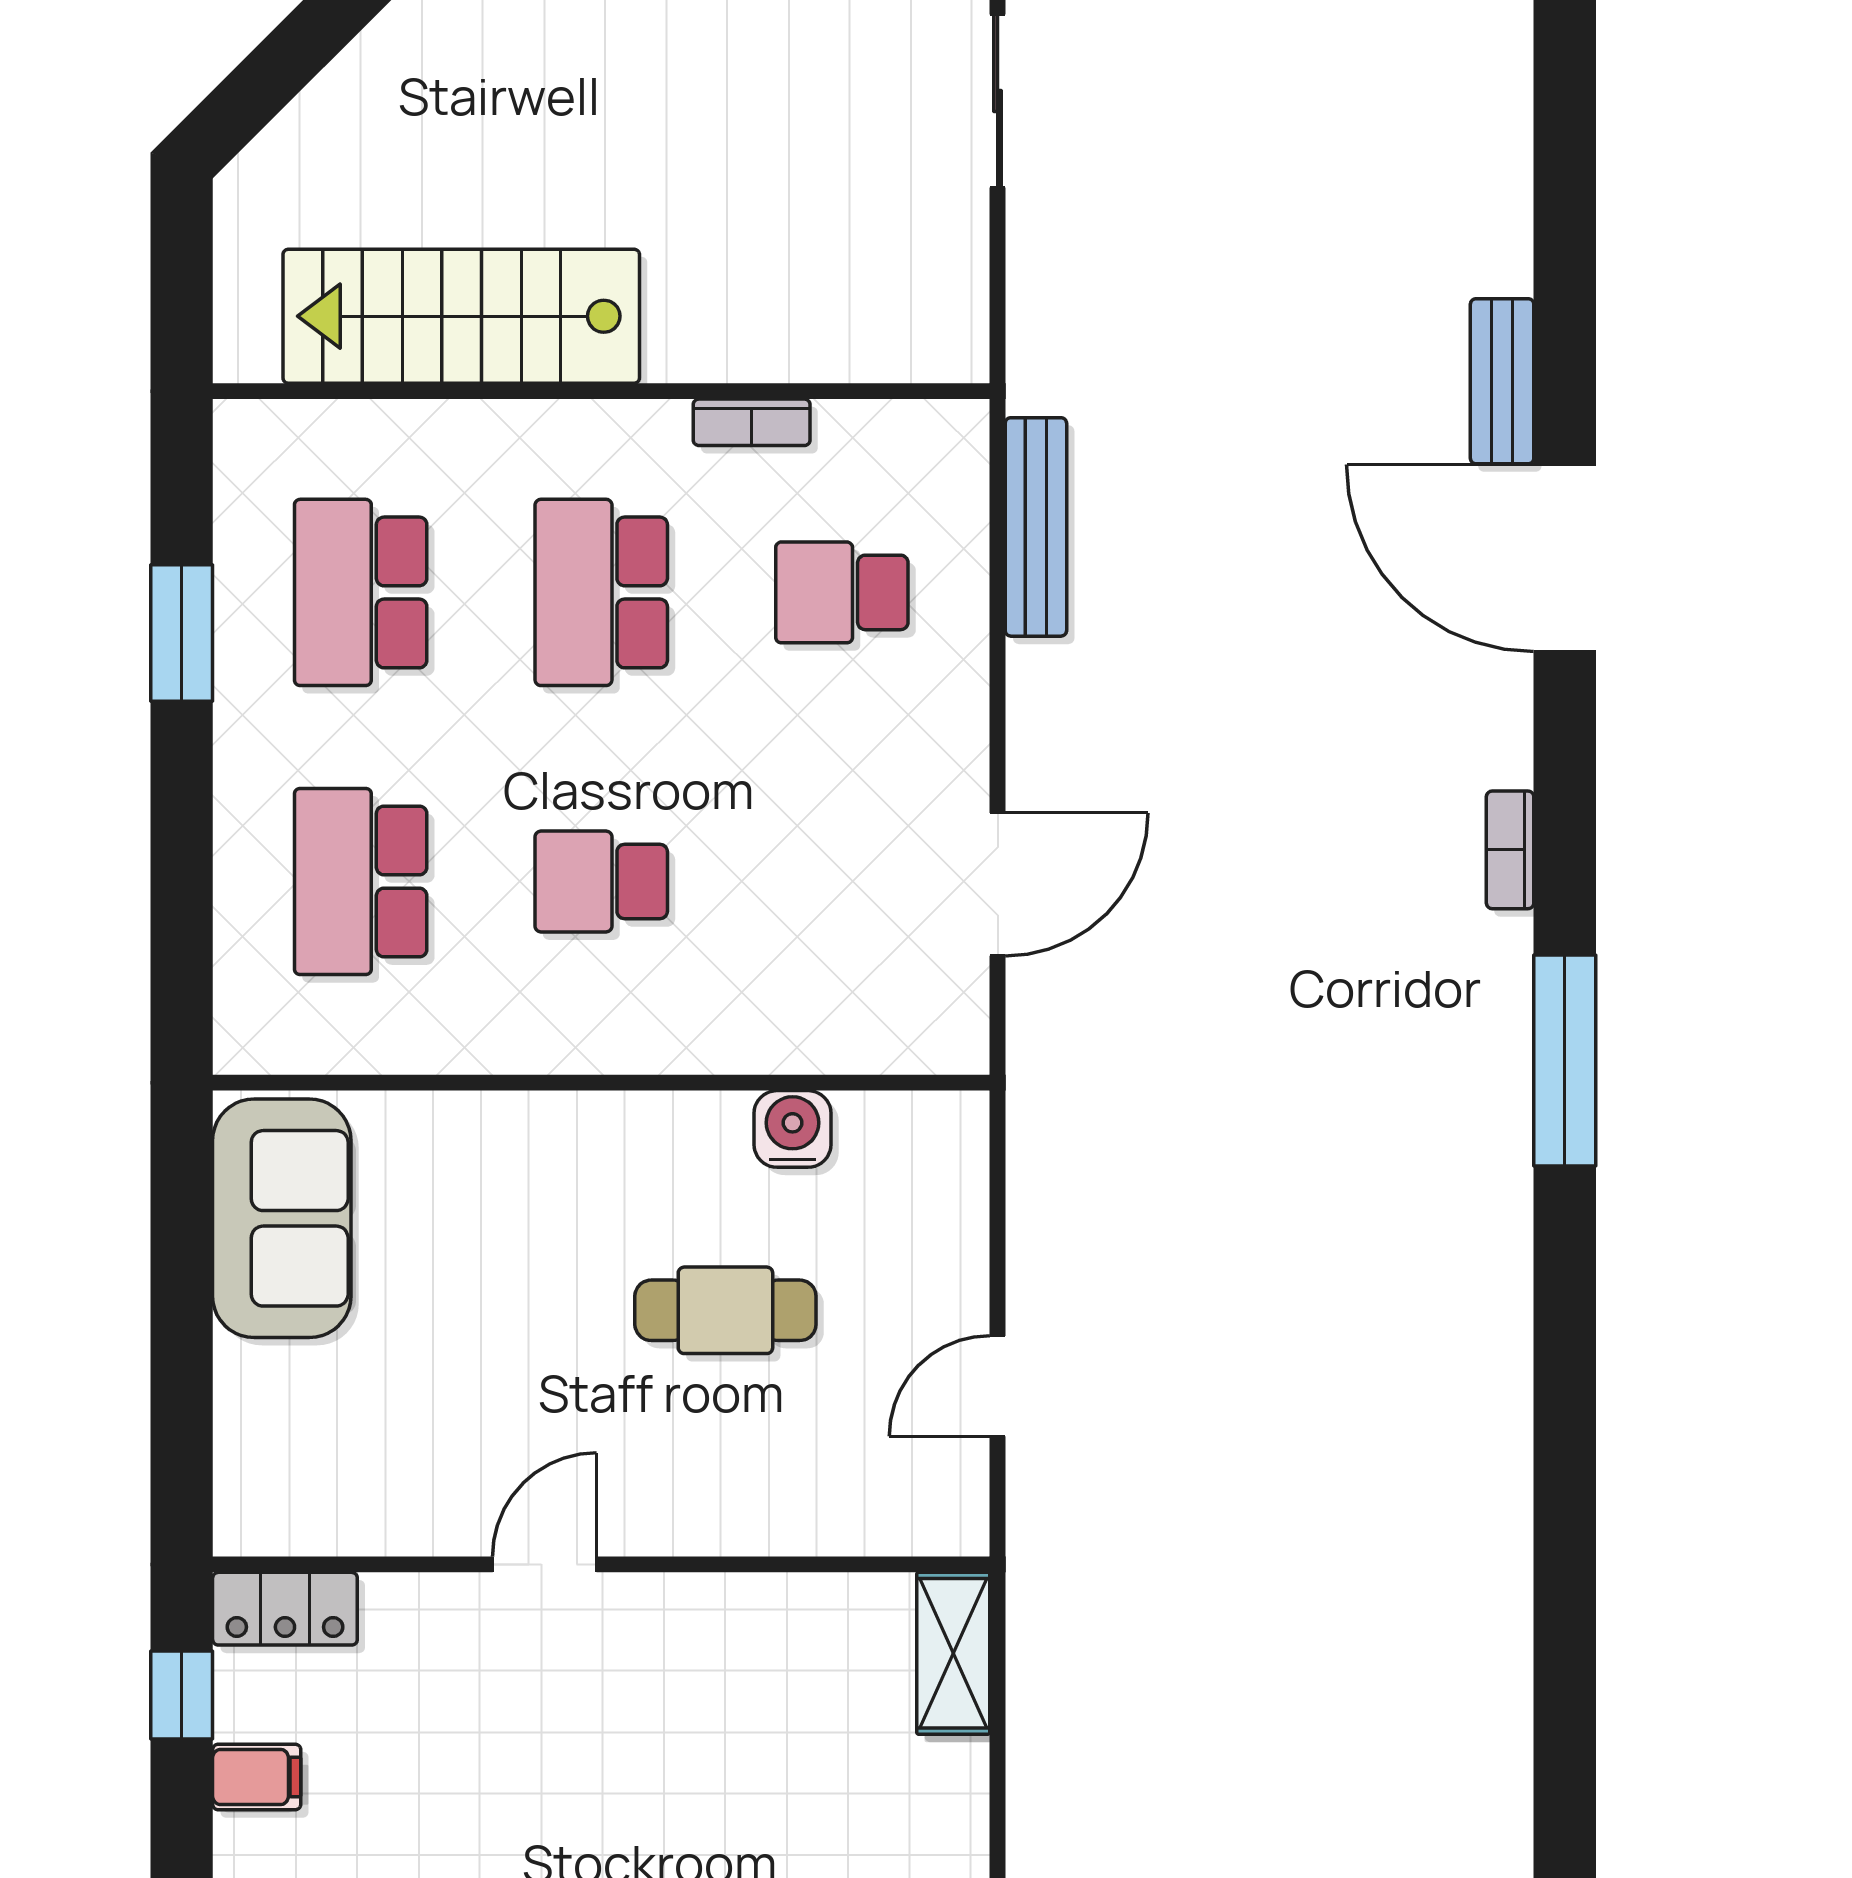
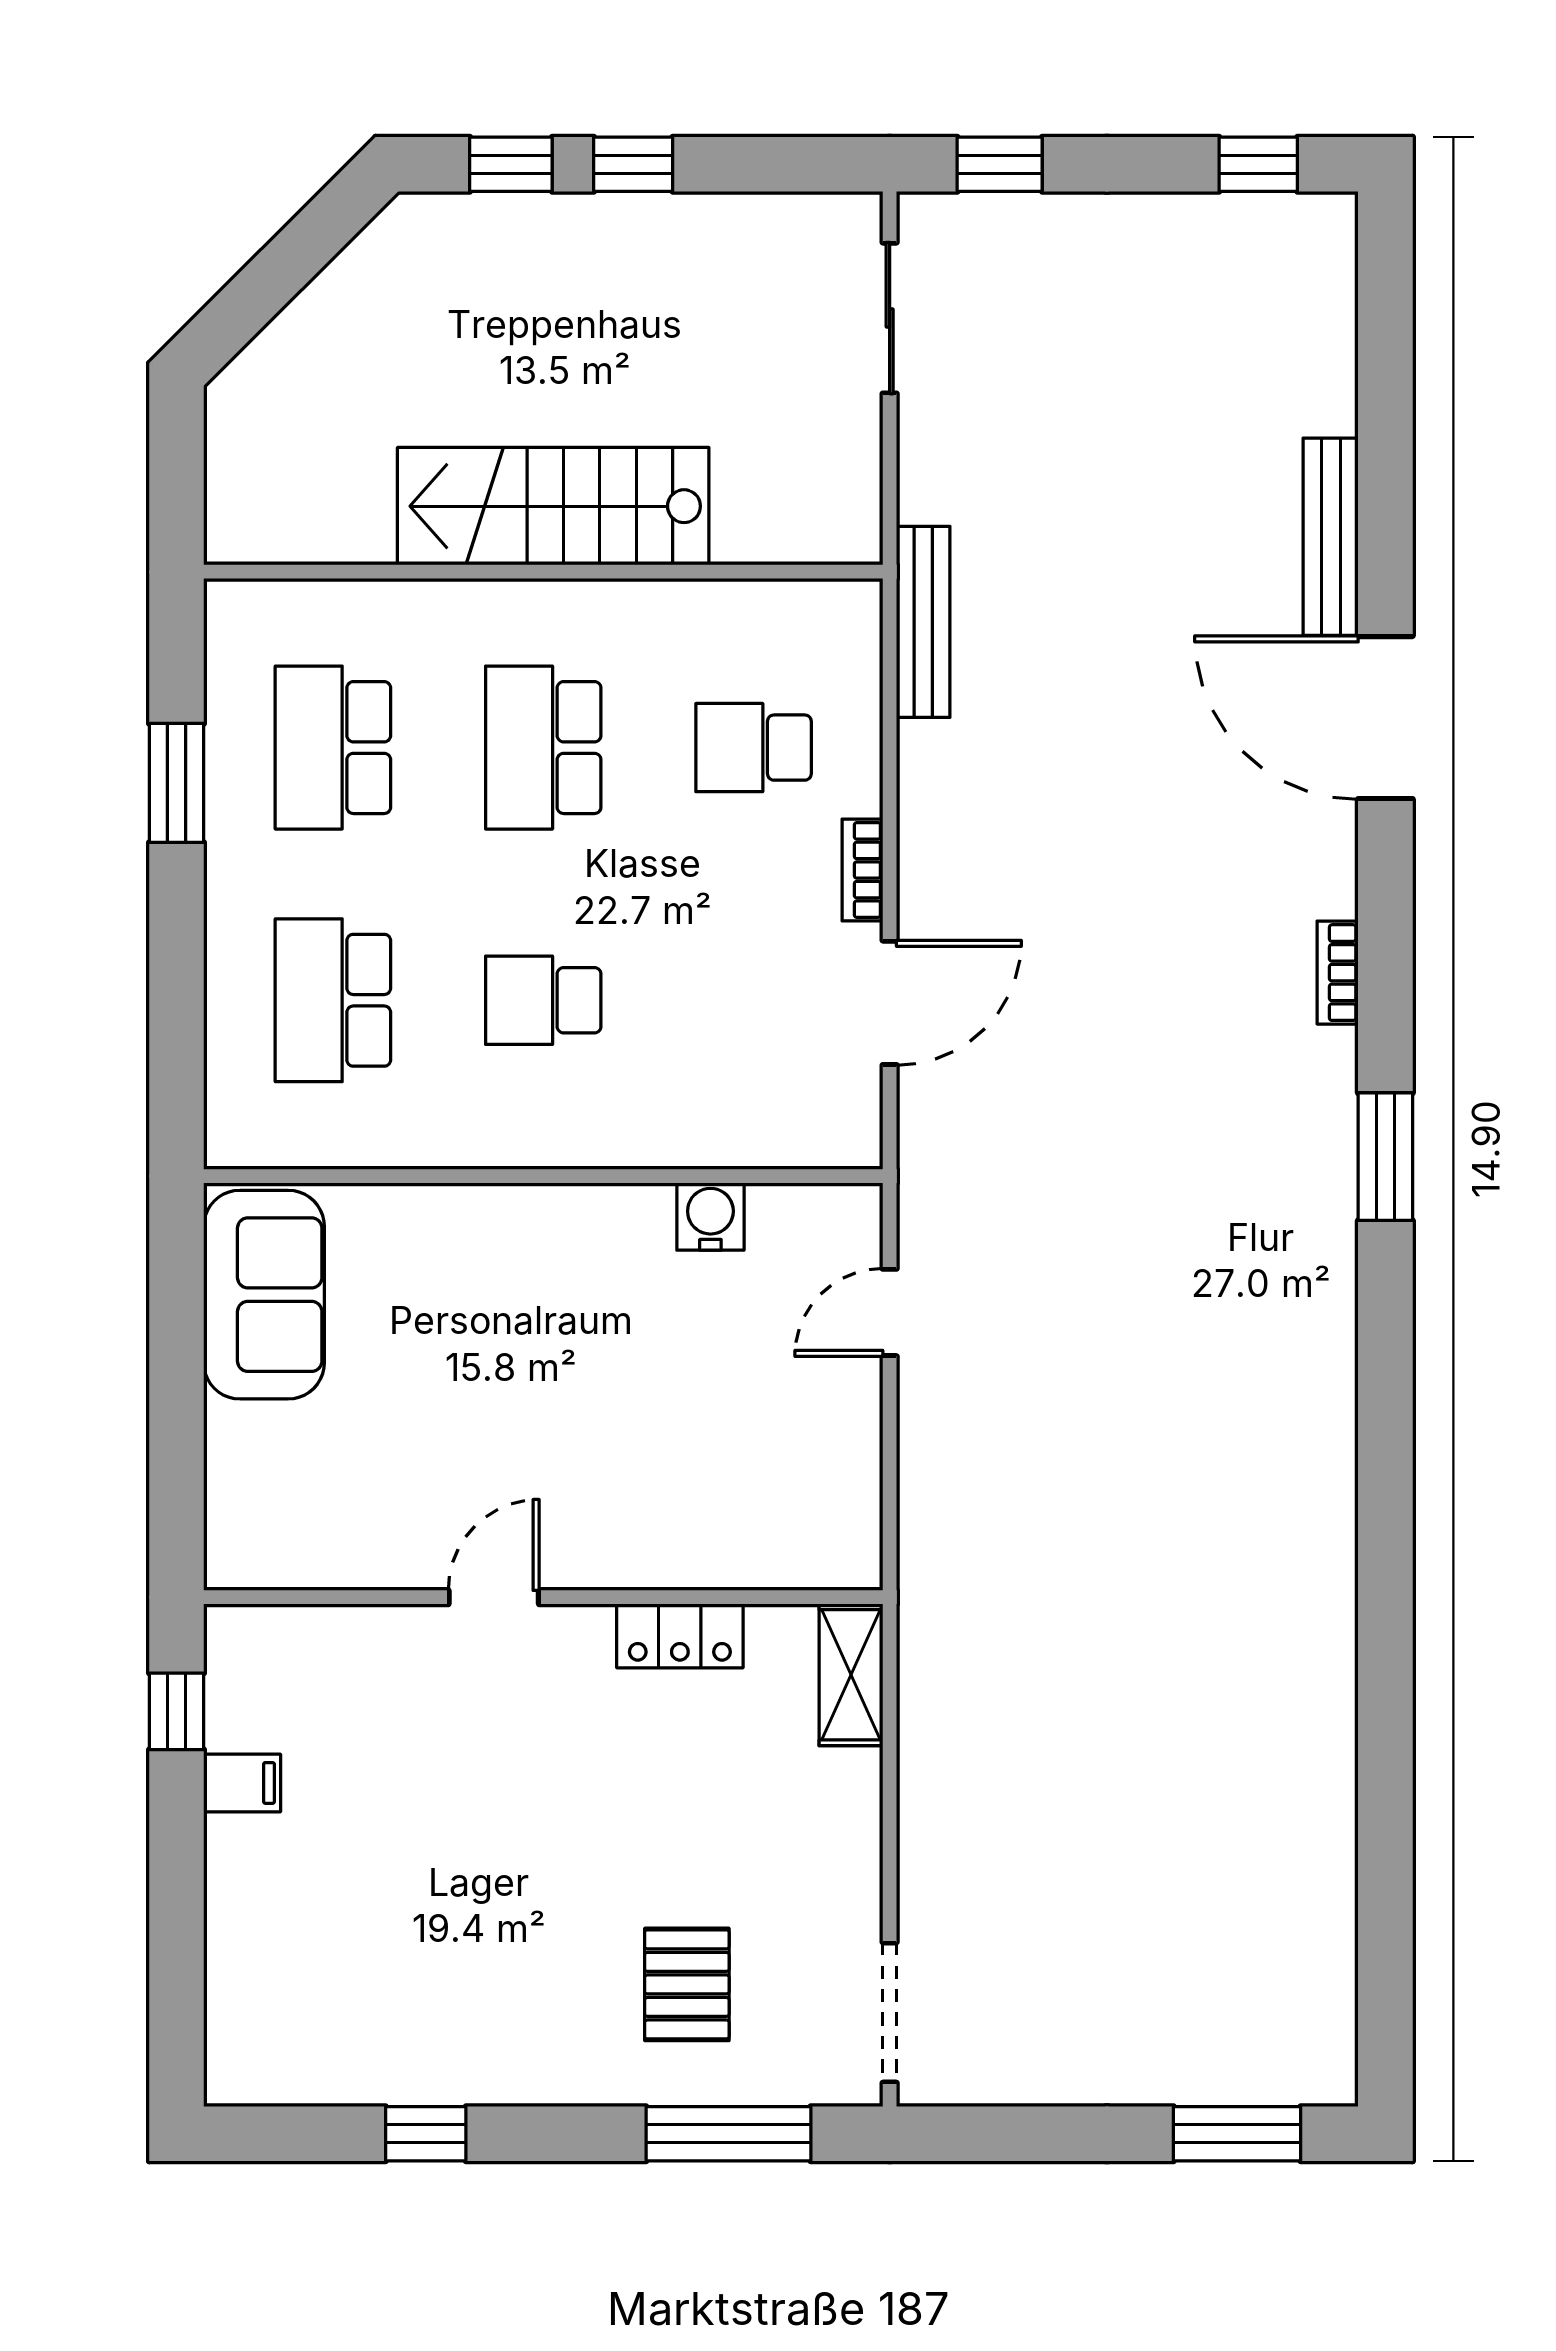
stairs: (461, 316) -> (553, 506), moved
bench: (1502, 381) -> (1331, 537), width x1.36
bookcase: (752, 422) -> (862, 870), moved, turned 90
bench: (1036, 527) -> (923, 622), moved
window: (1565, 1060) -> (1385, 1157), width x0.69
cafe table: (725, 1310) -> (652, 1375), removed
door: (998, 1386) -> (890, 1312), moved
locker: (285, 1609) -> (680, 1636), moved

